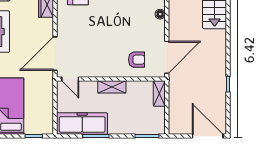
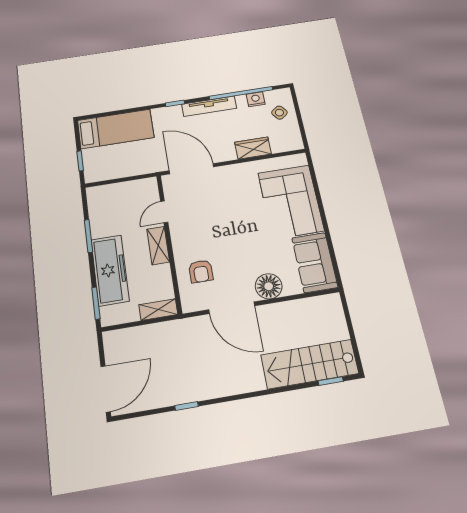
floor lamp: (160, 14) -> (269, 286), width x1.89, depth x1.89
door: (167, 57) -> (232, 308), moved
door: (70, 79) -> (164, 212), moved
freezer: (82, 124) -> (110, 270), moved

